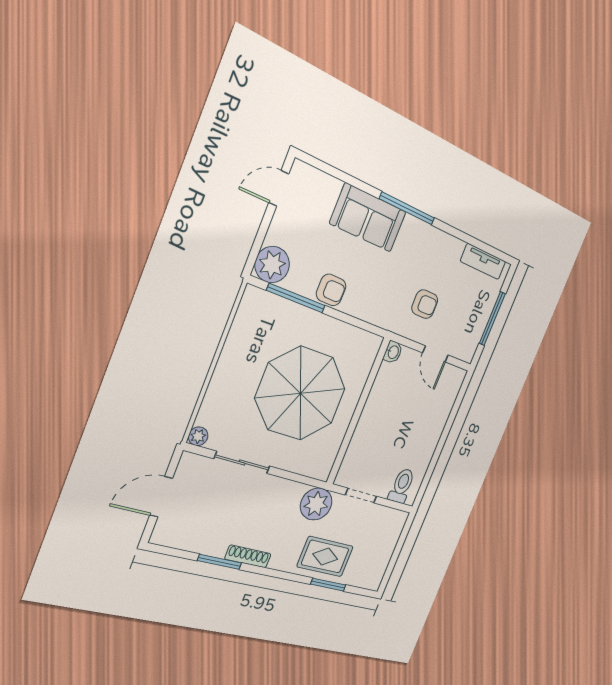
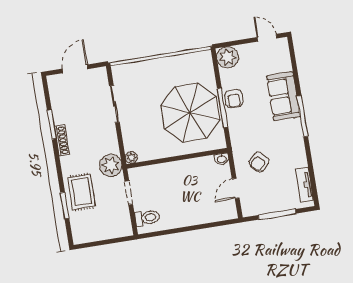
window: (296, 298) -> (223, 108), moved
armchair: (425, 304) -> (259, 162), turned 45
parasol: (301, 393) -> (190, 112), moved
plant: (198, 436) -> (131, 157), moved
door: (161, 497) -> (75, 69), hinge flipped

